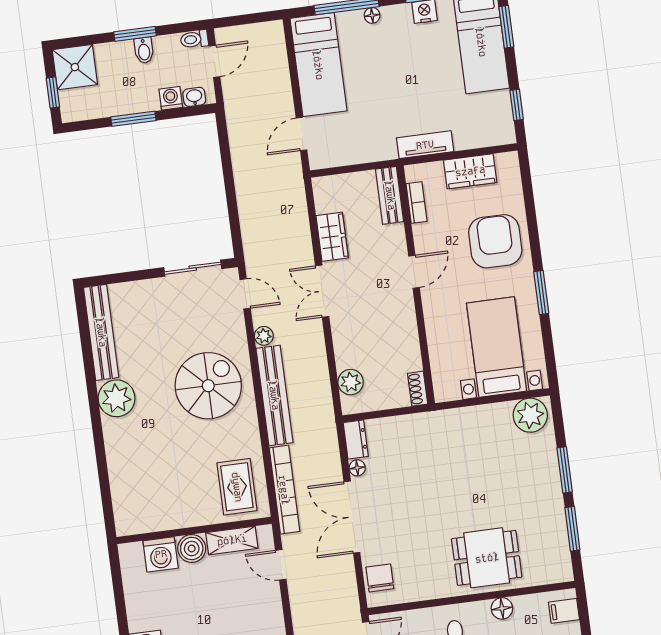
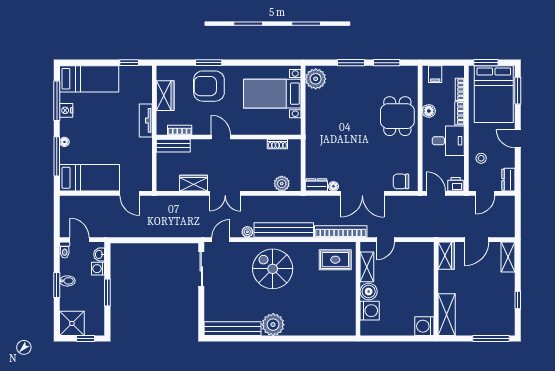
window: (506, 27) -> (82, 63), removed
window: (541, 292) -> (209, 63), moved
shoe rack: (418, 389) -> (277, 144), moved

